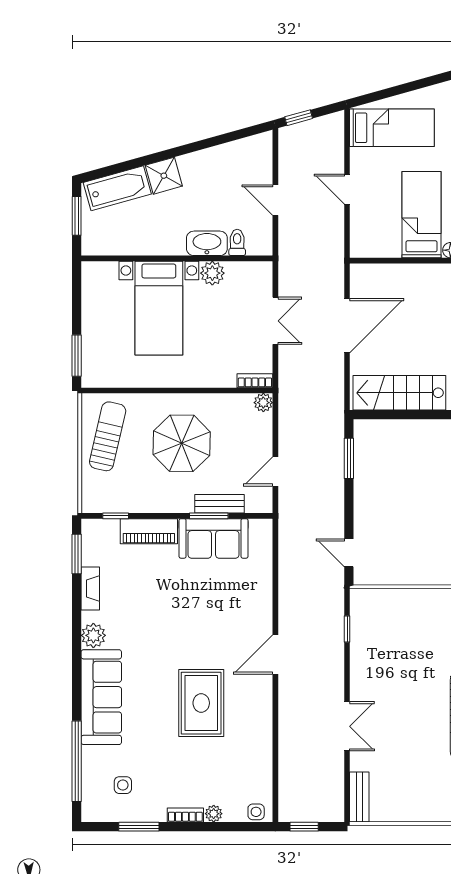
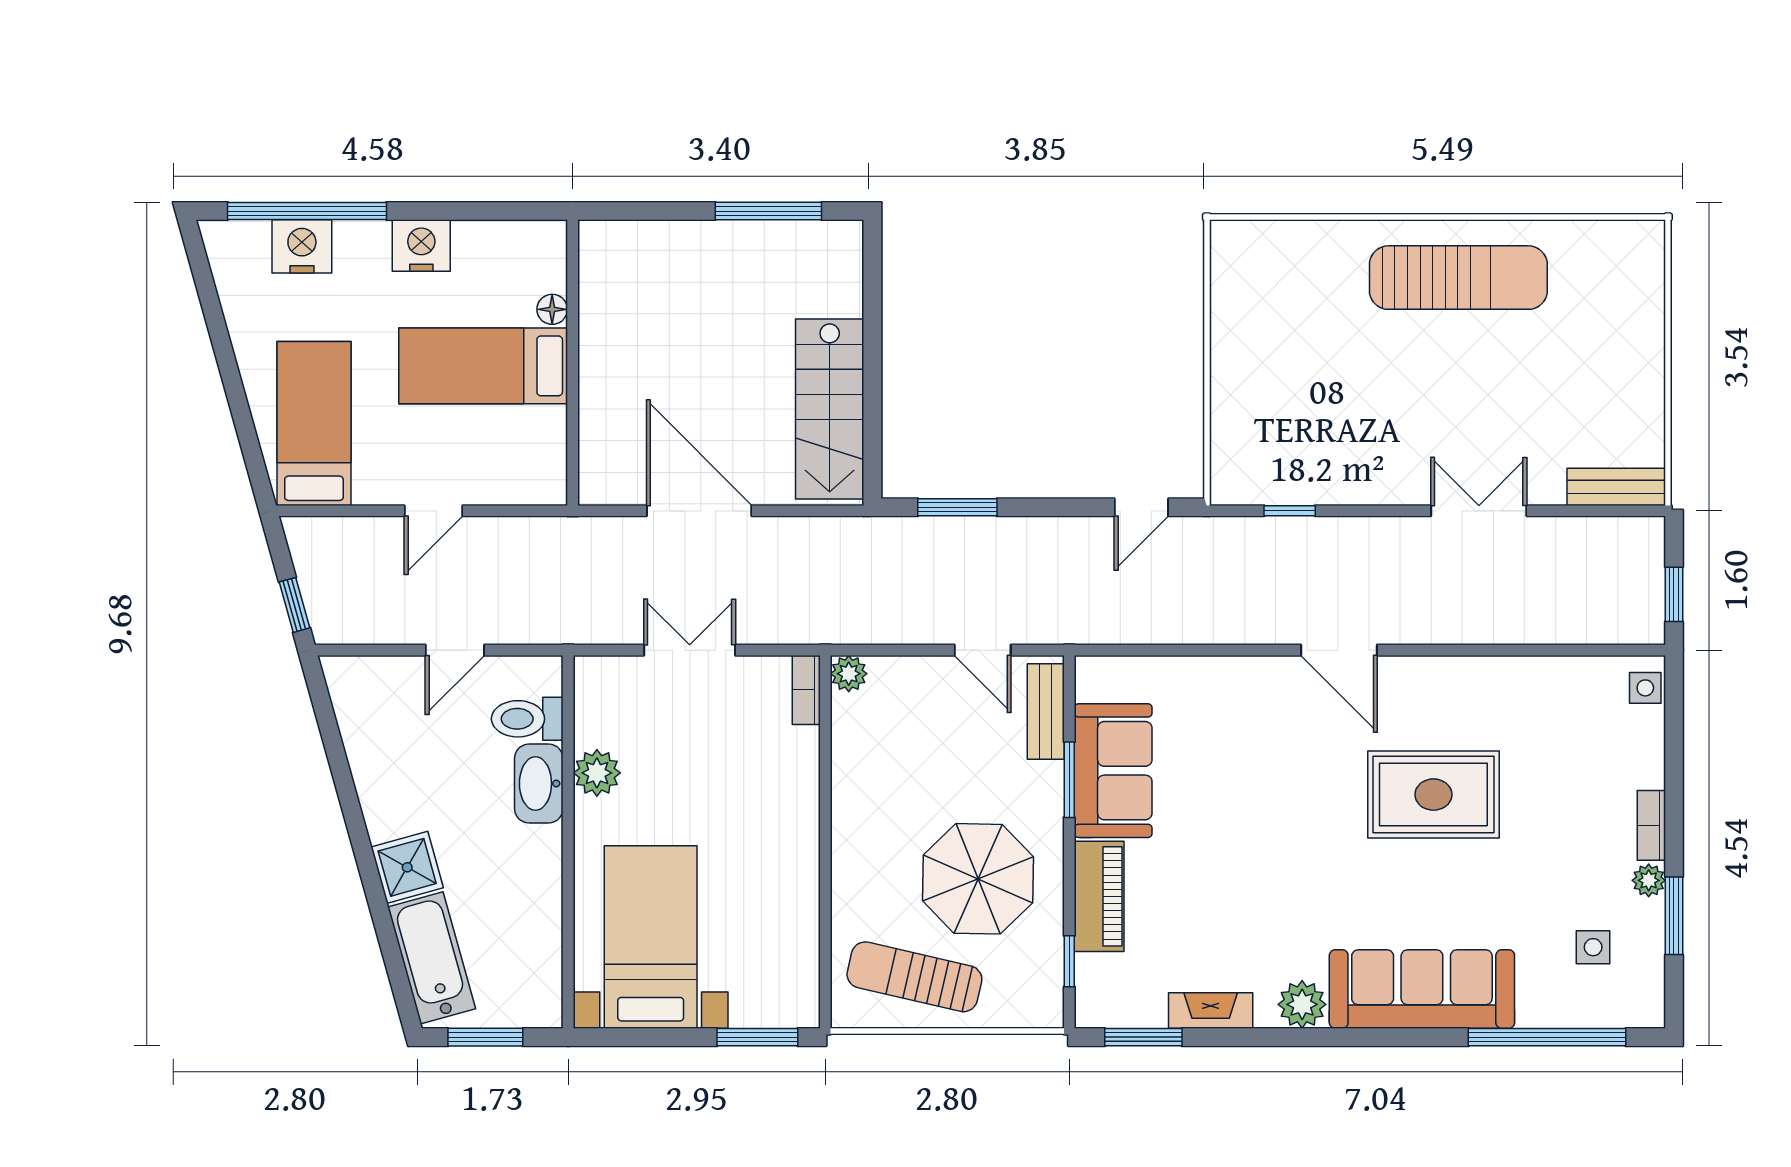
toilet: (237, 242) -> (527, 719), width x1.37, depth x1.39
bed with nightstands: (159, 308) -> (651, 937), moved, turned -90
parasol: (182, 443) -> (978, 879), moved
bench: (220, 504) -> (1046, 712), moved
plant: (214, 814) -> (1649, 880), moved

